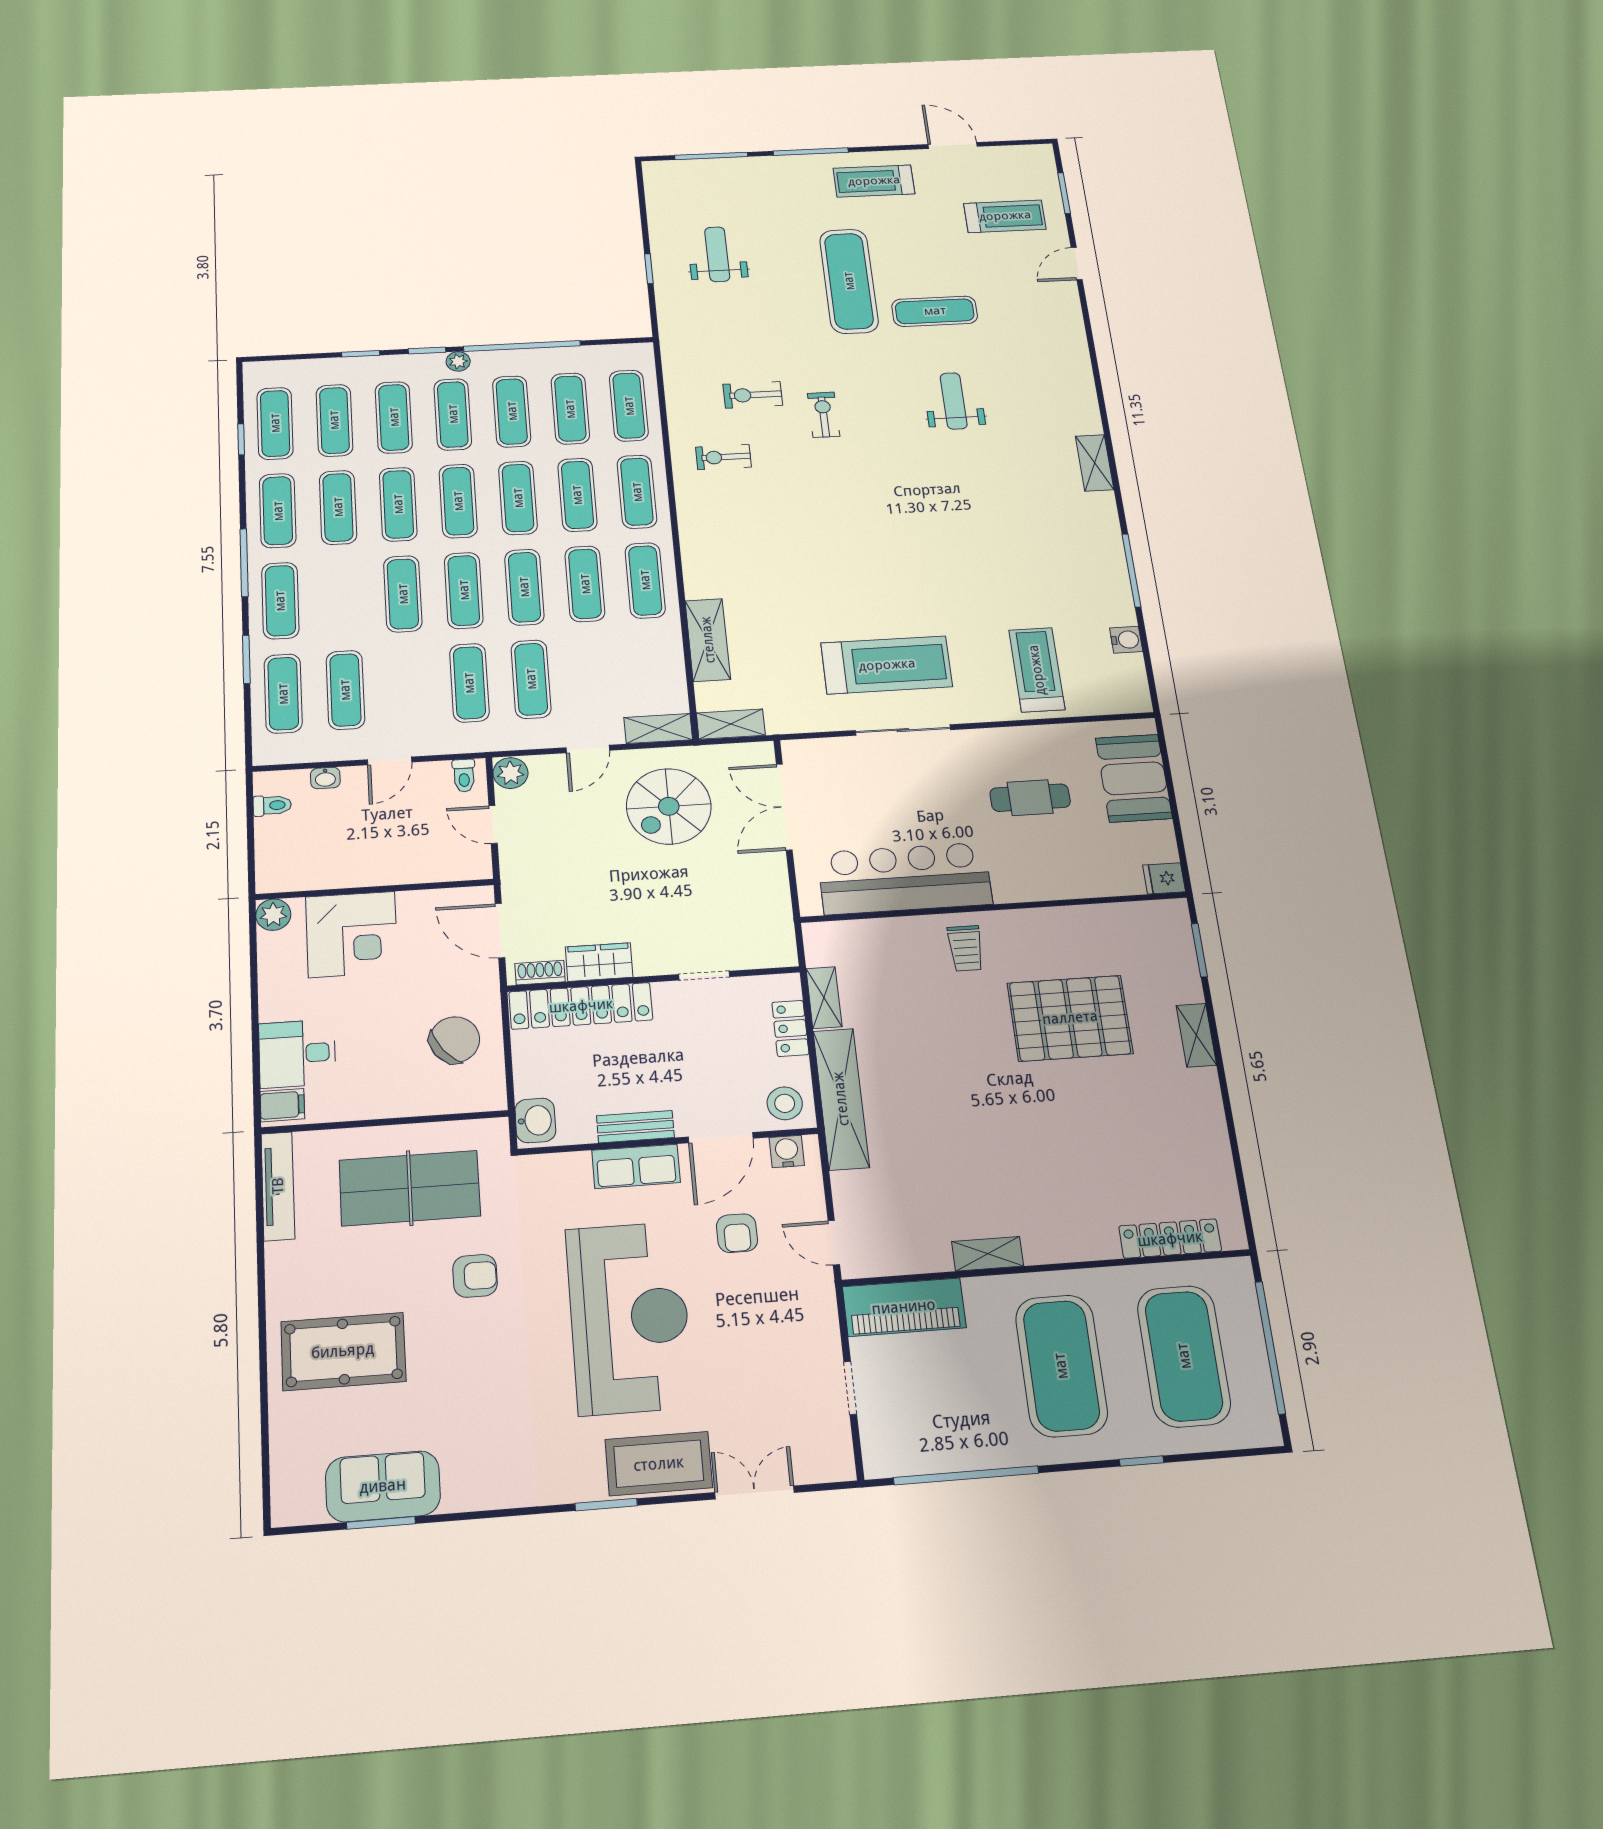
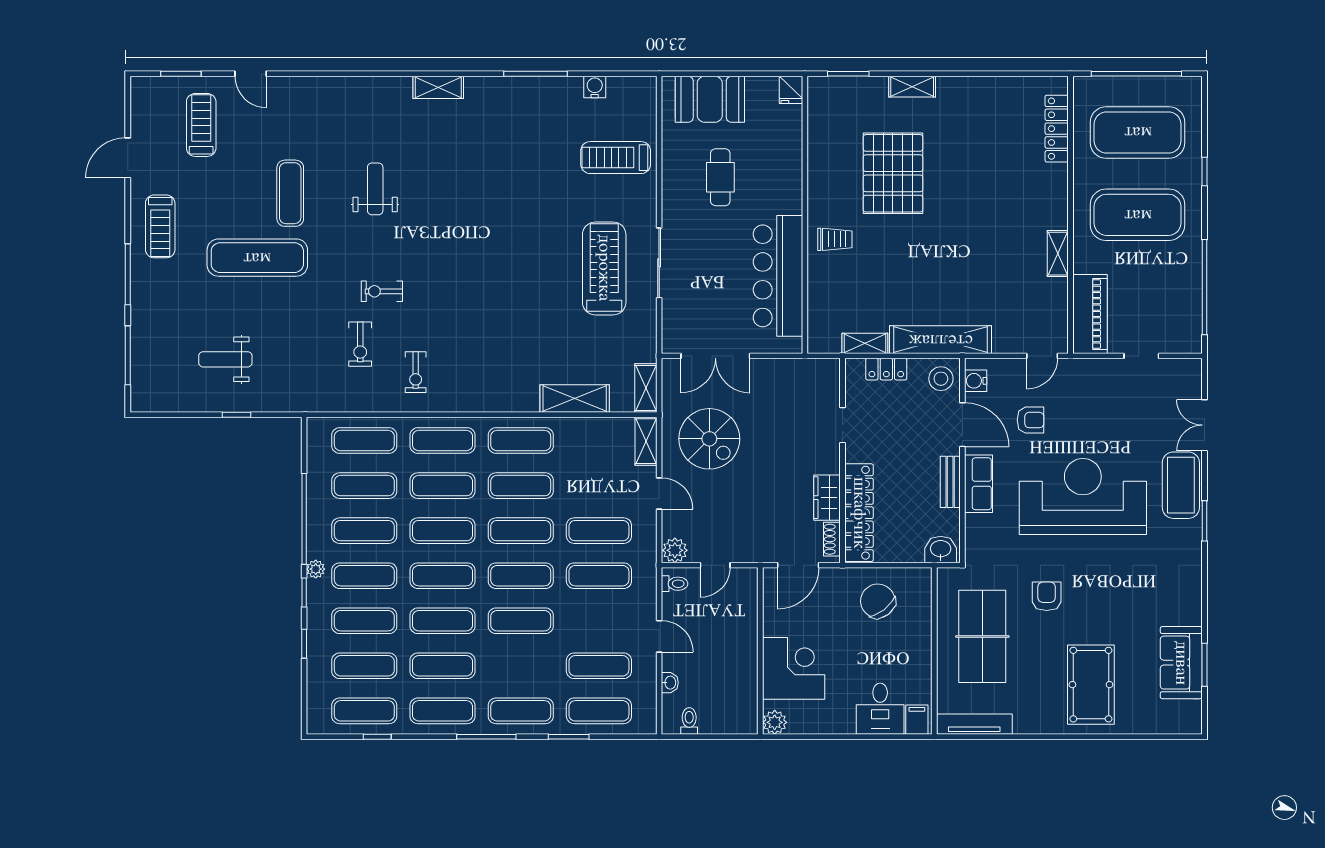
weight bench: (954, 401) -> (375, 189), turned 90

